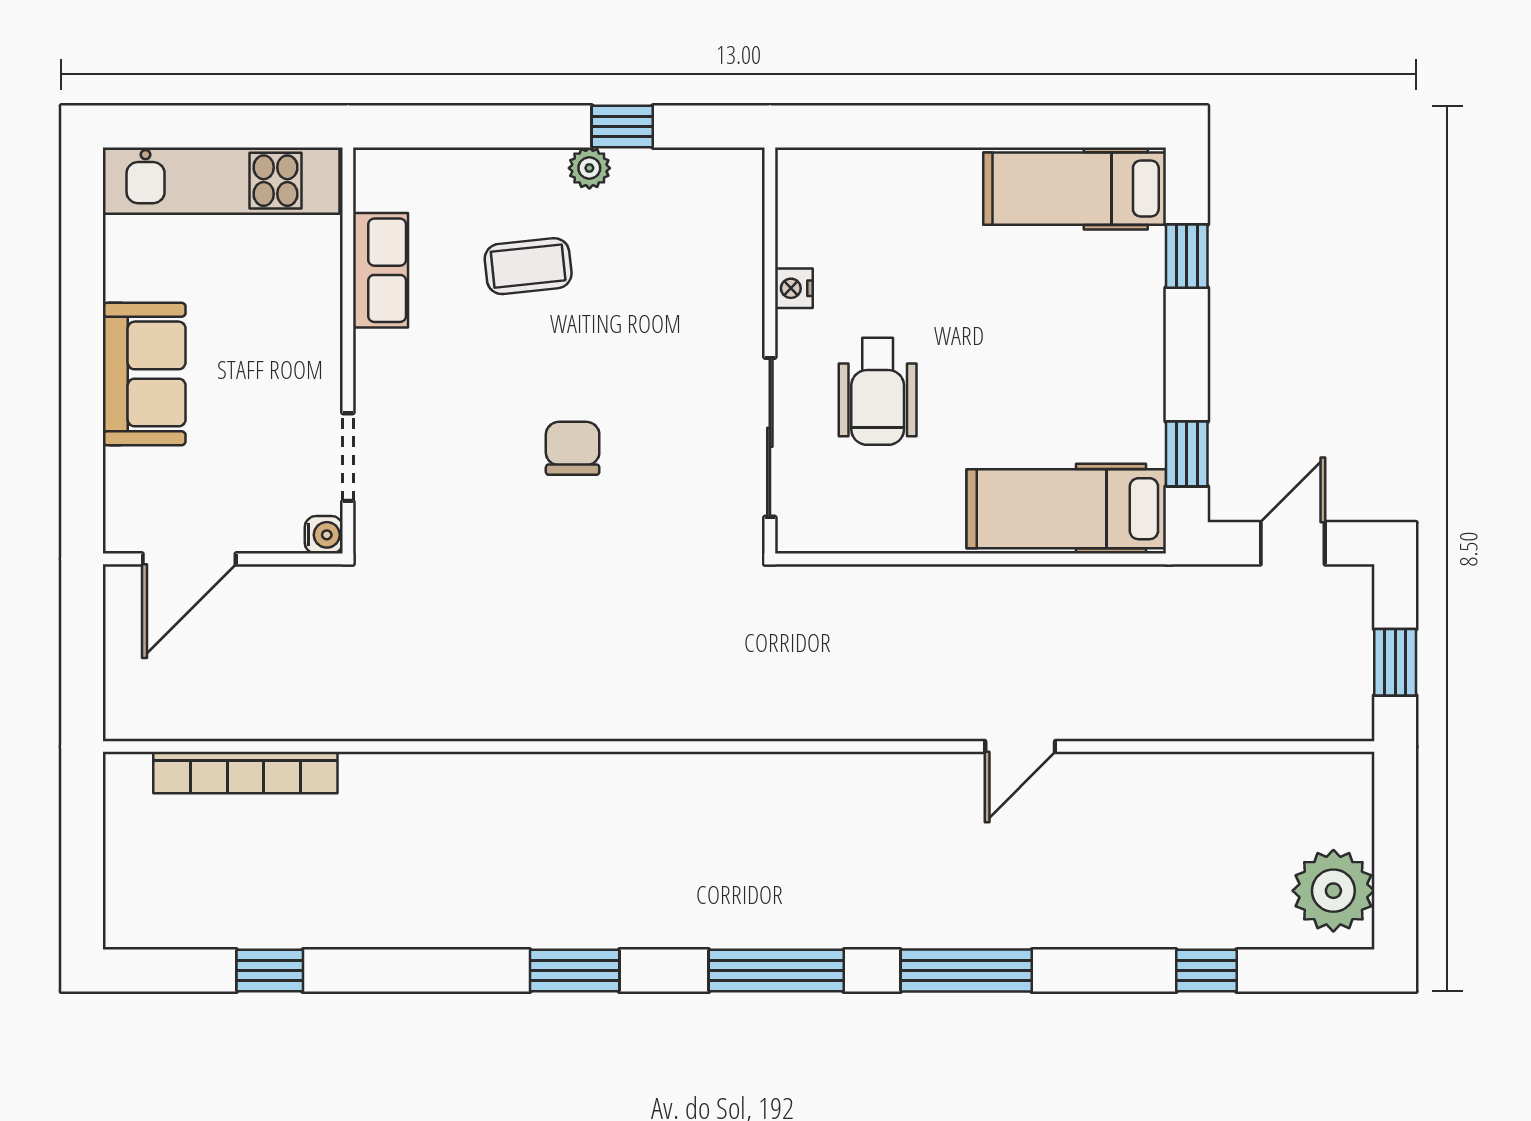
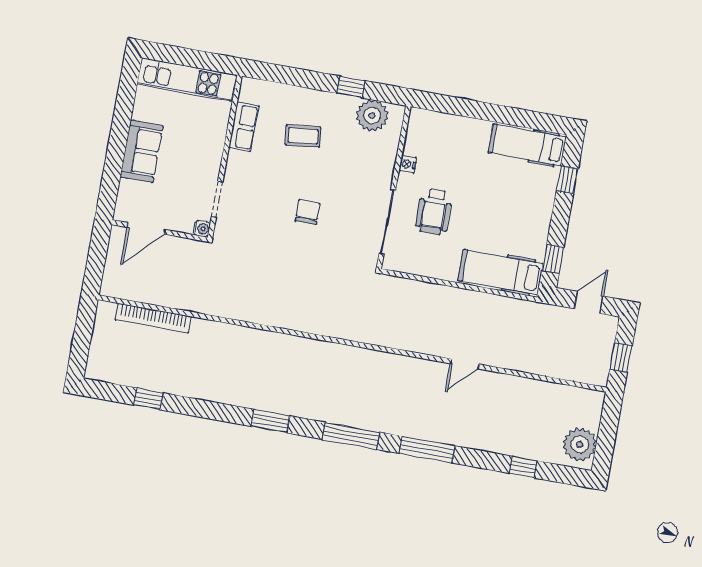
plant: (589, 168) -> (372, 116), moved, width x1.88, depth x1.88

